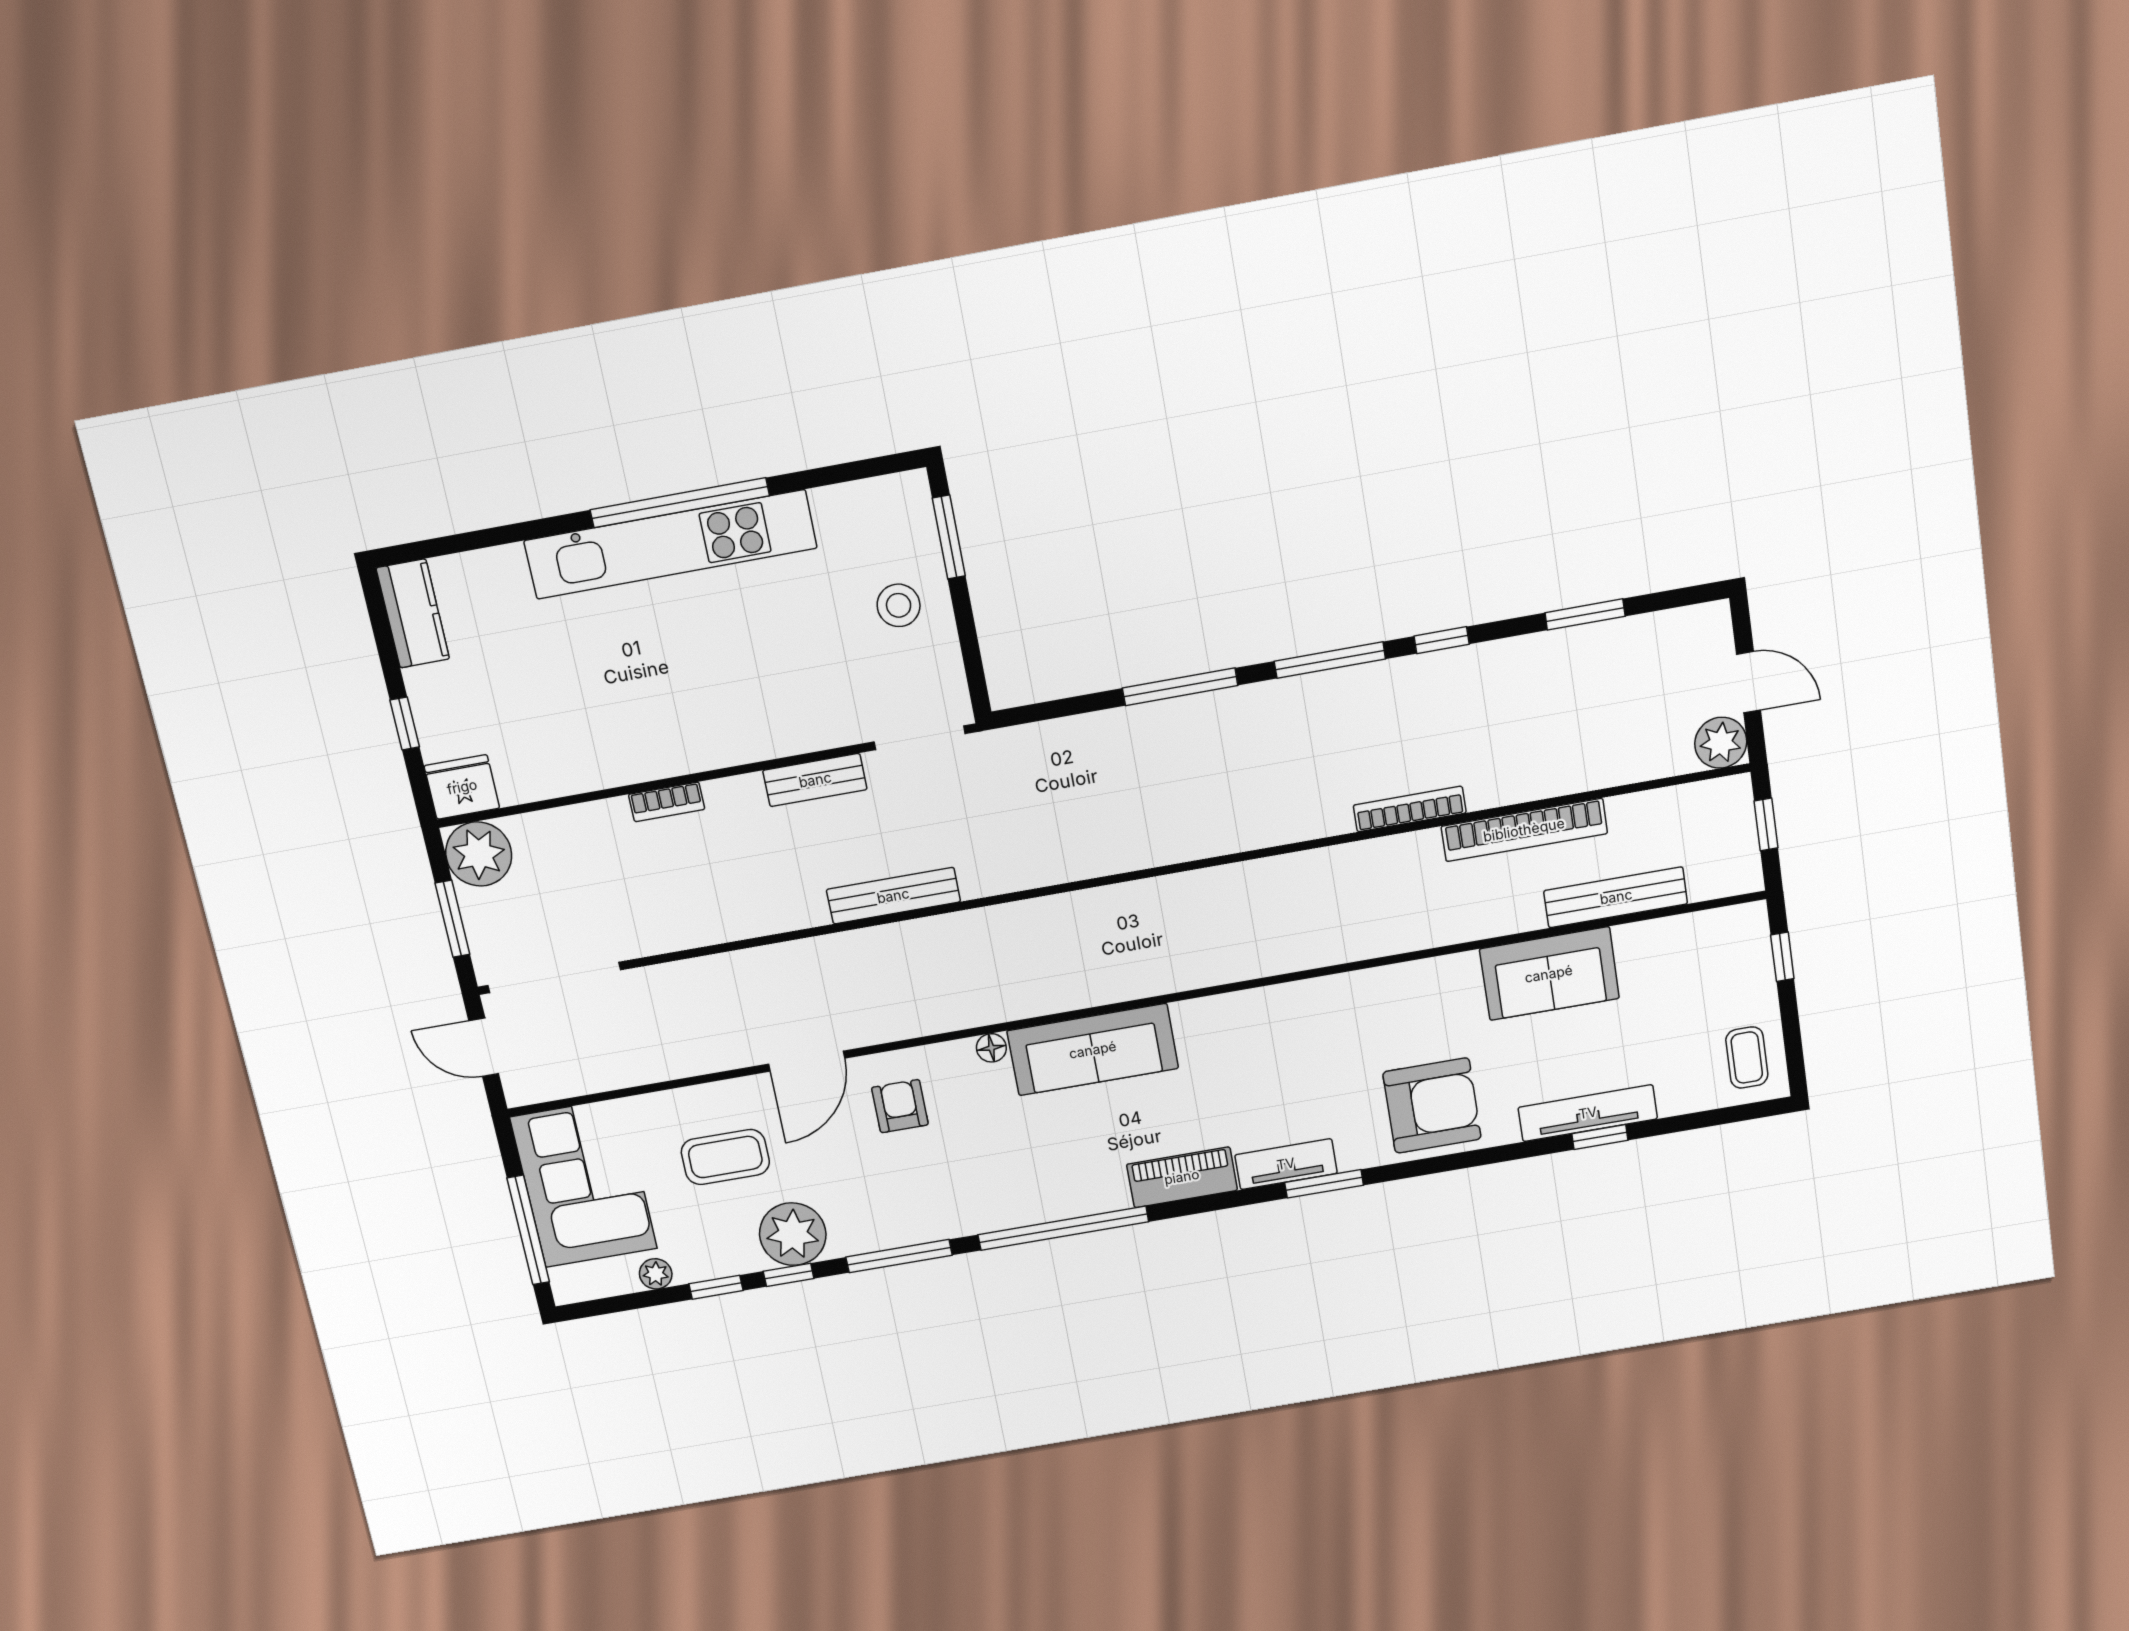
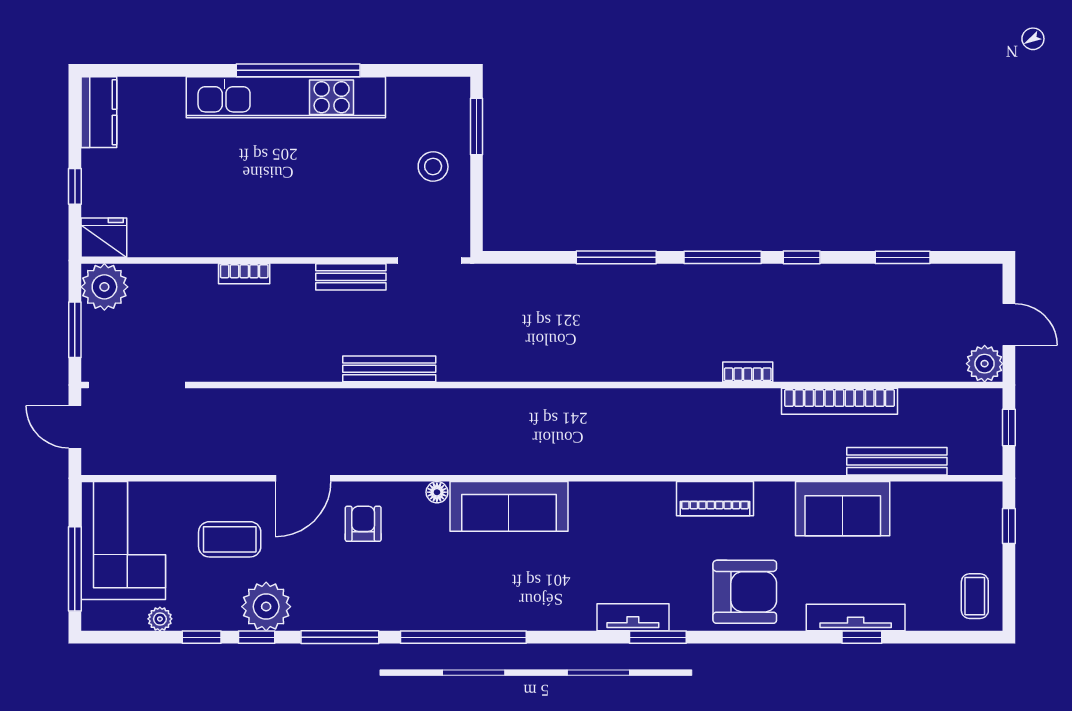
bookcase: (1410, 809) -> (748, 372), width x0.64
piano: (1182, 1177) -> (715, 499), moved, turned 180

